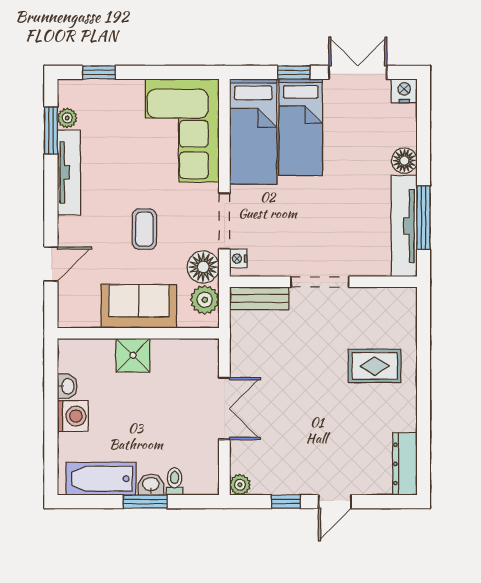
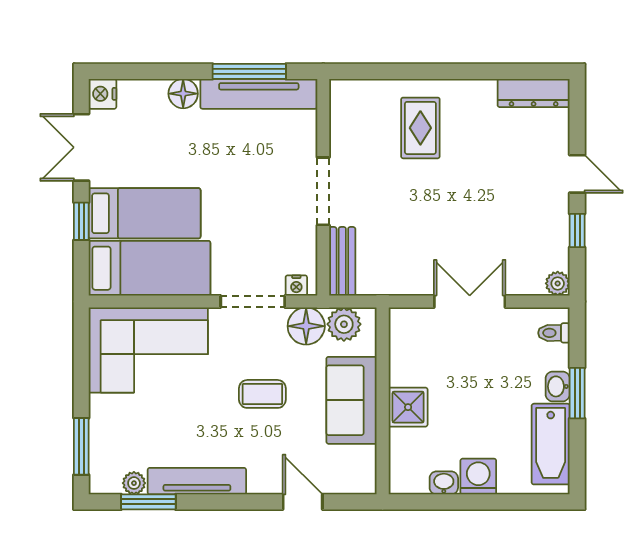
window: (99, 72) -> (81, 446), width x1.50
toilet: (175, 481) -> (554, 333), moved

